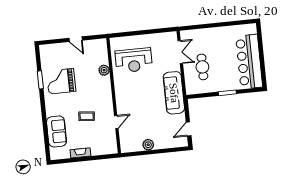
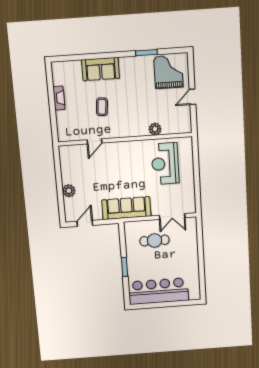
grand piano: (61, 81) -> (168, 72), moved
door: (116, 122) -> (94, 141), hinge flipped
door: (189, 129) -> (85, 223), hinge flipped
sofa: (57, 131) -> (101, 69), moved
plant: (148, 145) -> (69, 191), moved

